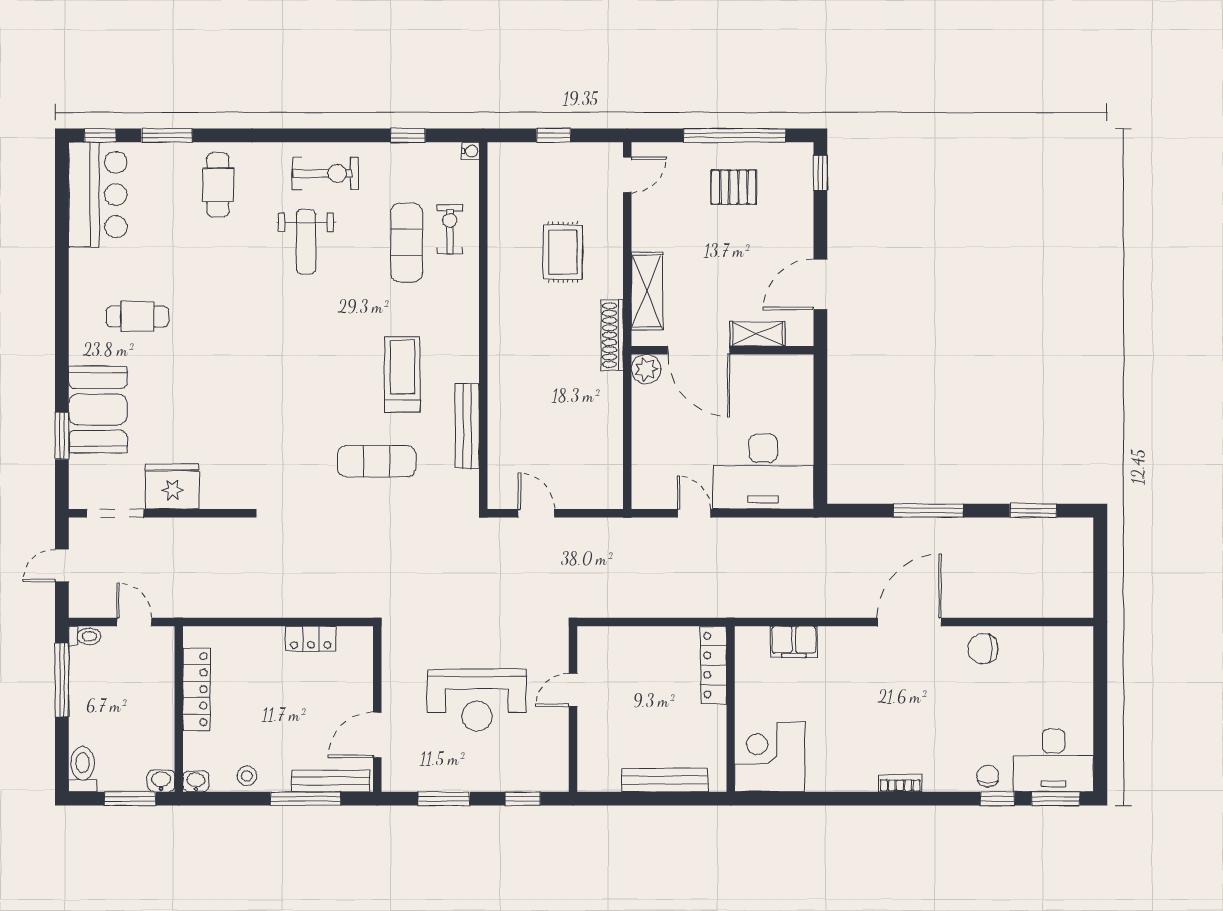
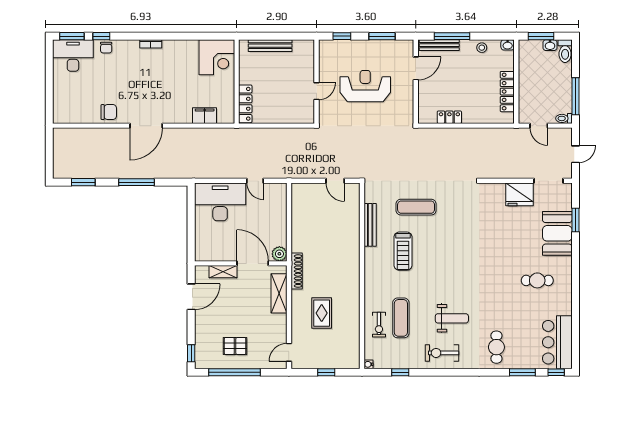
weight bench: (306, 242) -> (452, 318), turned 90
washbasin: (161, 781) -> (550, 45), moved

